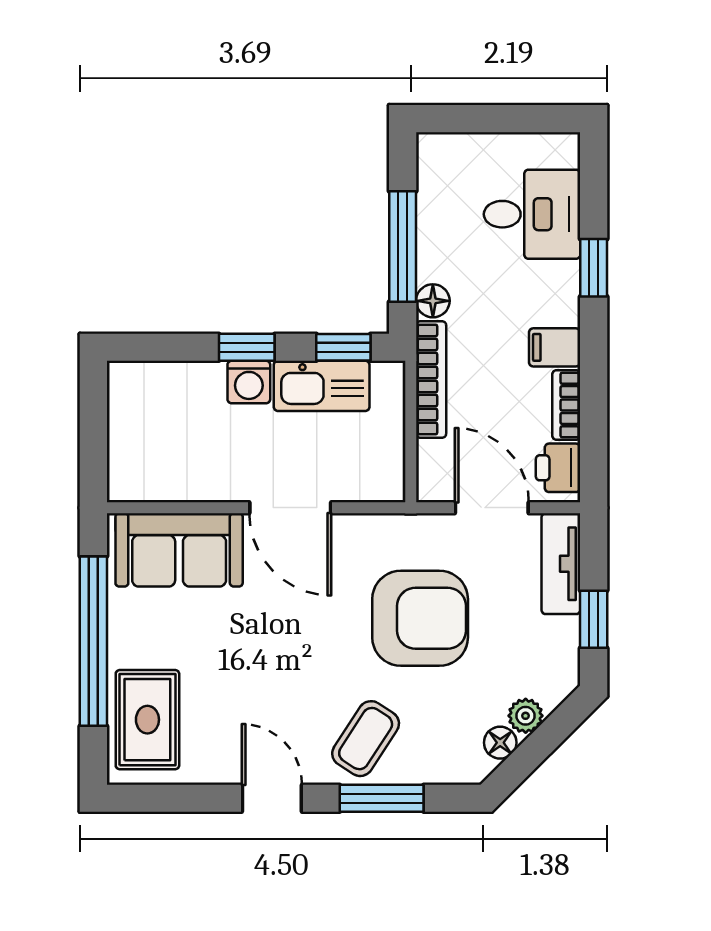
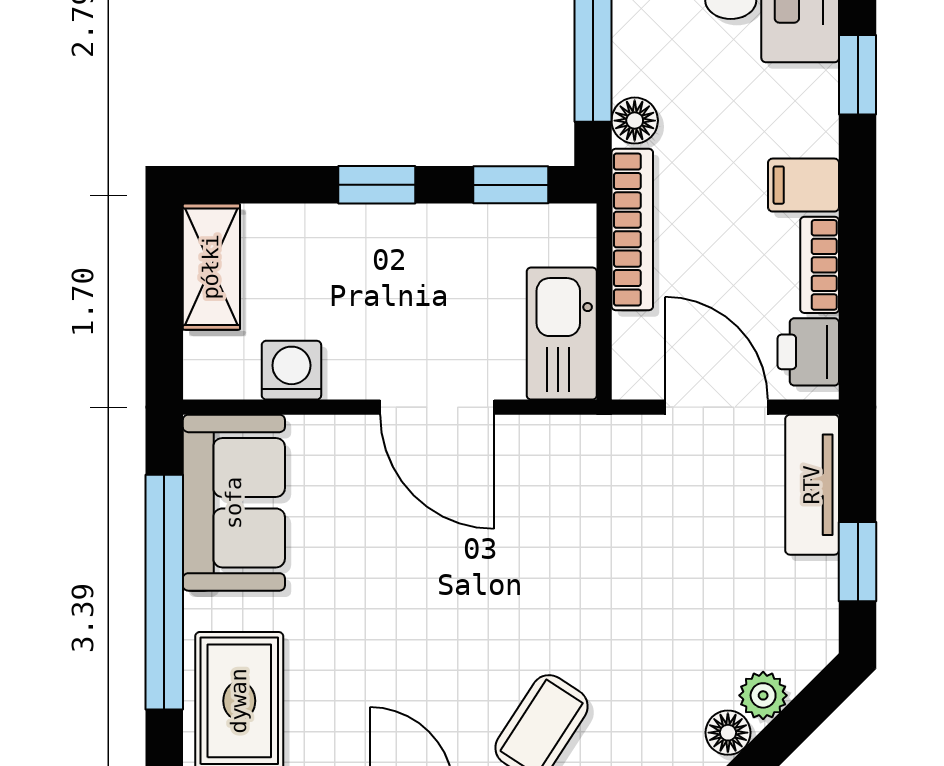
washing machine: (249, 382) -> (291, 370), moved, turned 180
kitchen sink: (322, 386) -> (562, 334), moved, turned 90
shelving: (127, 406) -> (211, 267), added
sofa: (179, 550) -> (234, 503), moved, turned -90
armchair: (420, 618) -> (617, 560), removed

